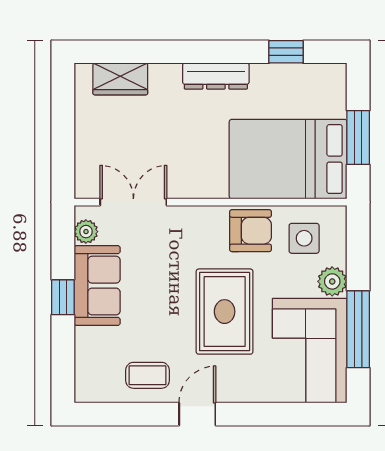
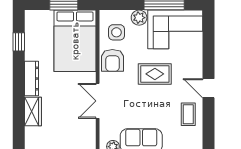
wardrobe: (120, 79) -> (33, 112), moved
double door: (133, 202) -> (98, 101), moved
armchair: (251, 231) -> (112, 60), turned 180
rug: (225, 312) -> (155, 74), width x0.73, depth x0.70

